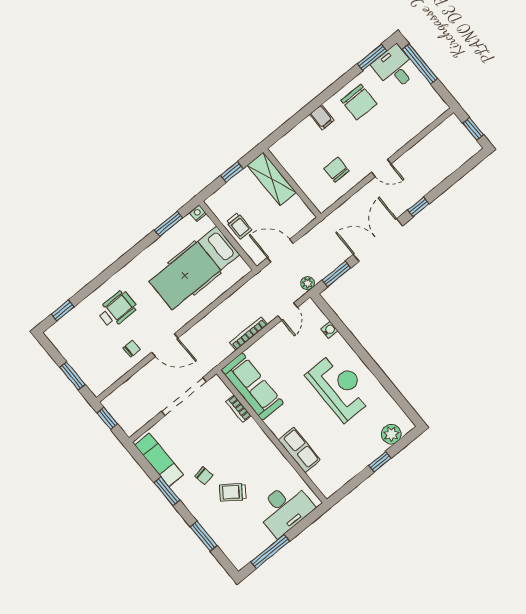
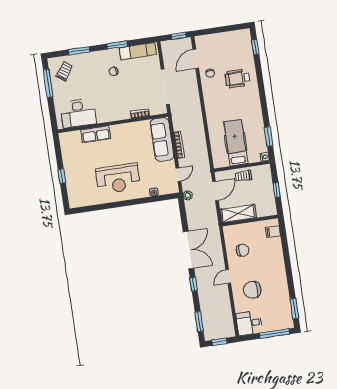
desk: (395, 68) -> (249, 323), moved, turned 180
chair: (359, 102) -> (252, 290), moved
filing cabinet: (322, 117) -> (273, 232), moved
shelving: (272, 179) -> (238, 213), moved
hospital bed: (194, 268) -> (236, 143), width x0.73, depth x0.78
window: (336, 274) -> (199, 322), moved
wheelchair: (117, 309) -> (238, 78), turned 90
door: (288, 312) -> (178, 175), swing flipped
door: (165, 345) -> (196, 59), moved
window: (72, 376) -> (215, 30), removed
sofa: (252, 387) -> (162, 139), moved, turned 90
plant: (391, 434) -> (74, 192), removed
trolley: (233, 492) -> (64, 71), moved
desk: (285, 509) -> (78, 113), moved, turned -90

